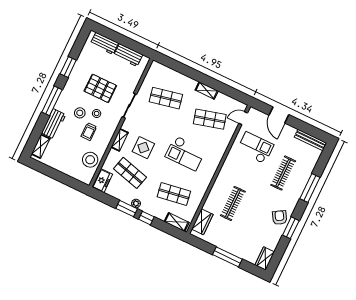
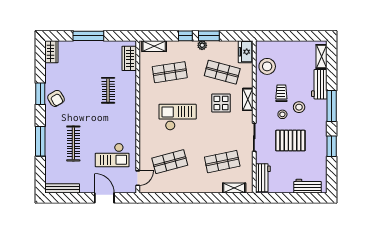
workbench: (128, 55) -> (263, 178), moved, turned 90
shelving: (207, 90) -> (234, 188), moved
clothes rail: (233, 203) -> (108, 90), width x0.73

